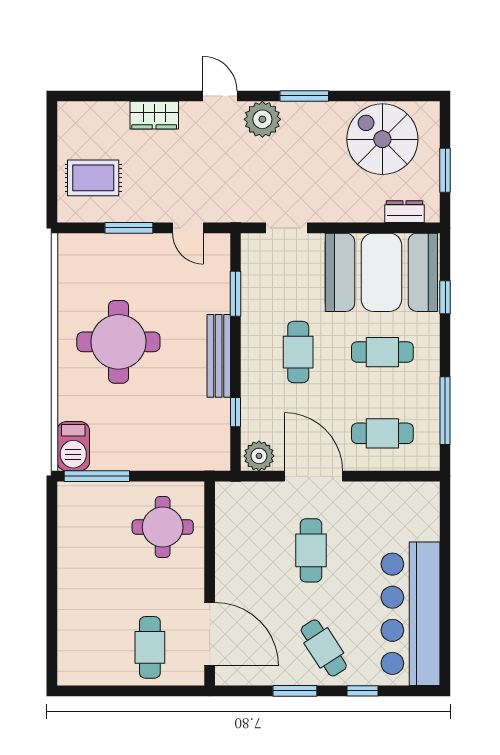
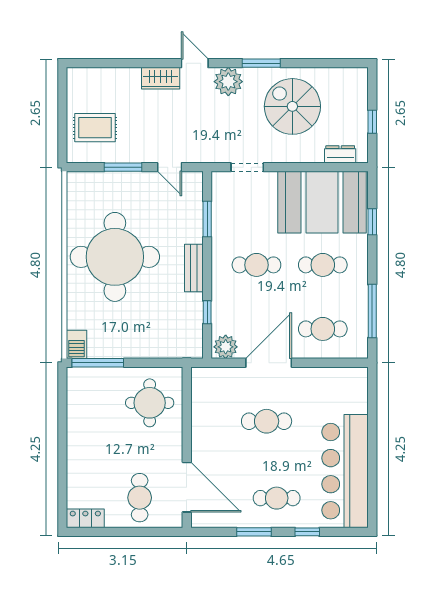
wardrobe: (154, 115) -> (161, 78), moved
spiral stairs: (382, 139) -> (292, 106), moved
window: (445, 170) -> (372, 122), width x0.67
round table: (118, 342) -> (115, 257), width x1.36, depth x1.36
cafe table: (298, 352) -> (256, 265), turned 90
bench: (219, 356) -> (194, 268), width x0.73
barbecue: (73, 446) -> (77, 344), width x0.73, depth x0.79
door: (314, 476) -> (269, 363), hinge flipped
cafe table: (311, 550) -> (267, 421), turned 90
cafe table: (324, 648) -> (277, 498), turned -57
locker: (81, 674) -> (85, 518), added

